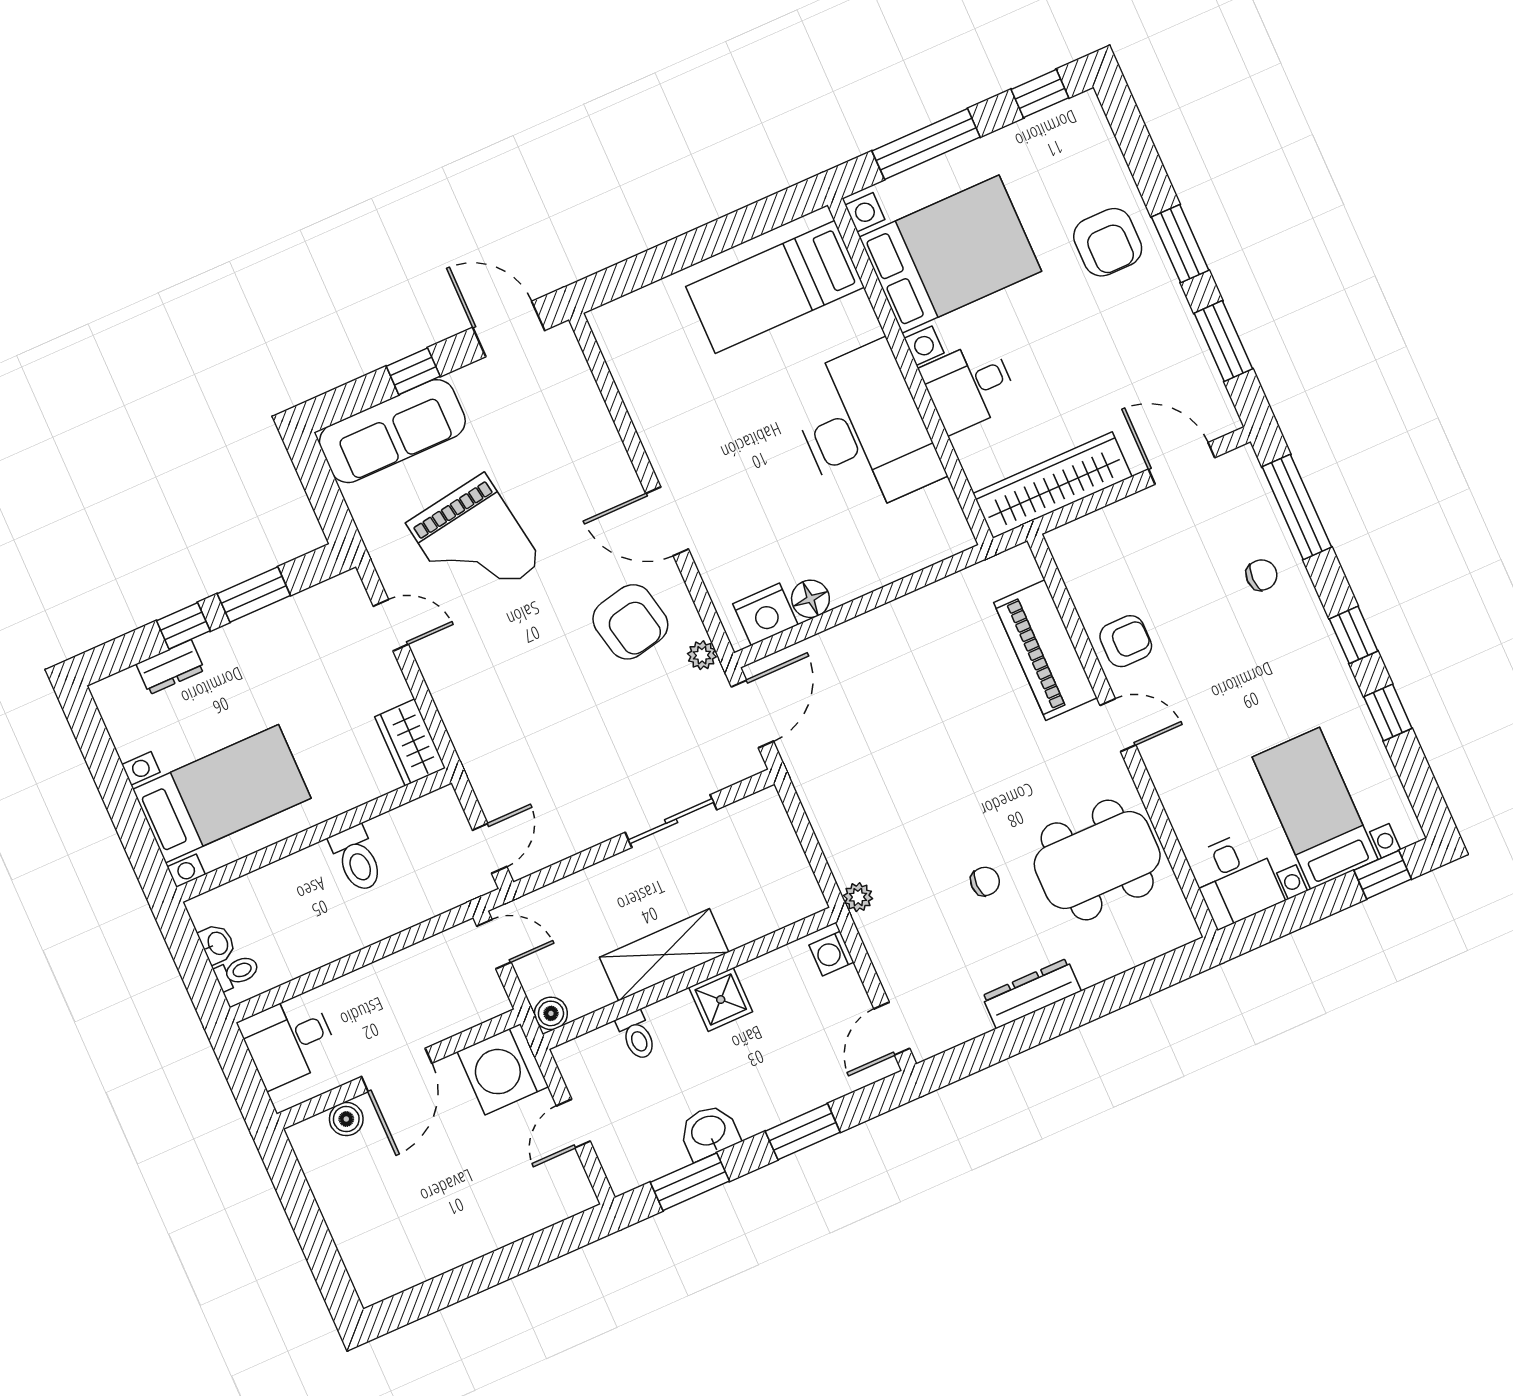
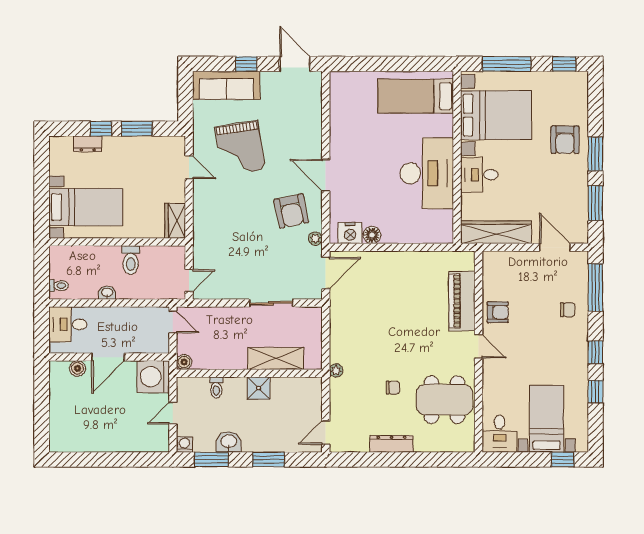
washbasin: (217, 944) -> (107, 293), moved, turned -90
washing machine: (831, 954) -> (184, 444), moved, turned 90
shelving: (664, 955) -> (276, 358), moved

